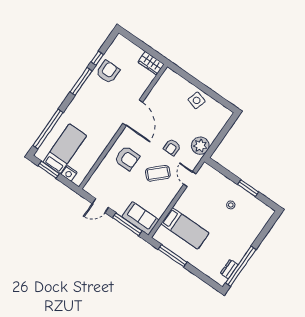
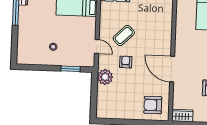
side table: (197, 100) -> (130, 109), removed
armchair: (127, 158) -> (153, 105), moved
window: (248, 188) -> (70, 69), moved

